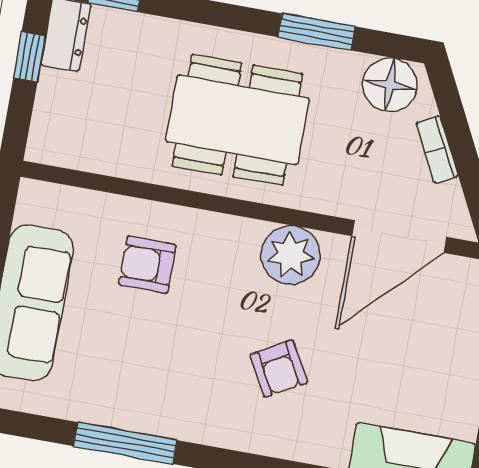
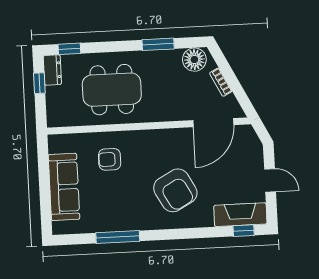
dining table: (237, 120) -> (112, 90), moved
plant: (291, 255) -> (169, 141), removed
armchair: (279, 369) -> (175, 190), width x1.88, depth x1.88

